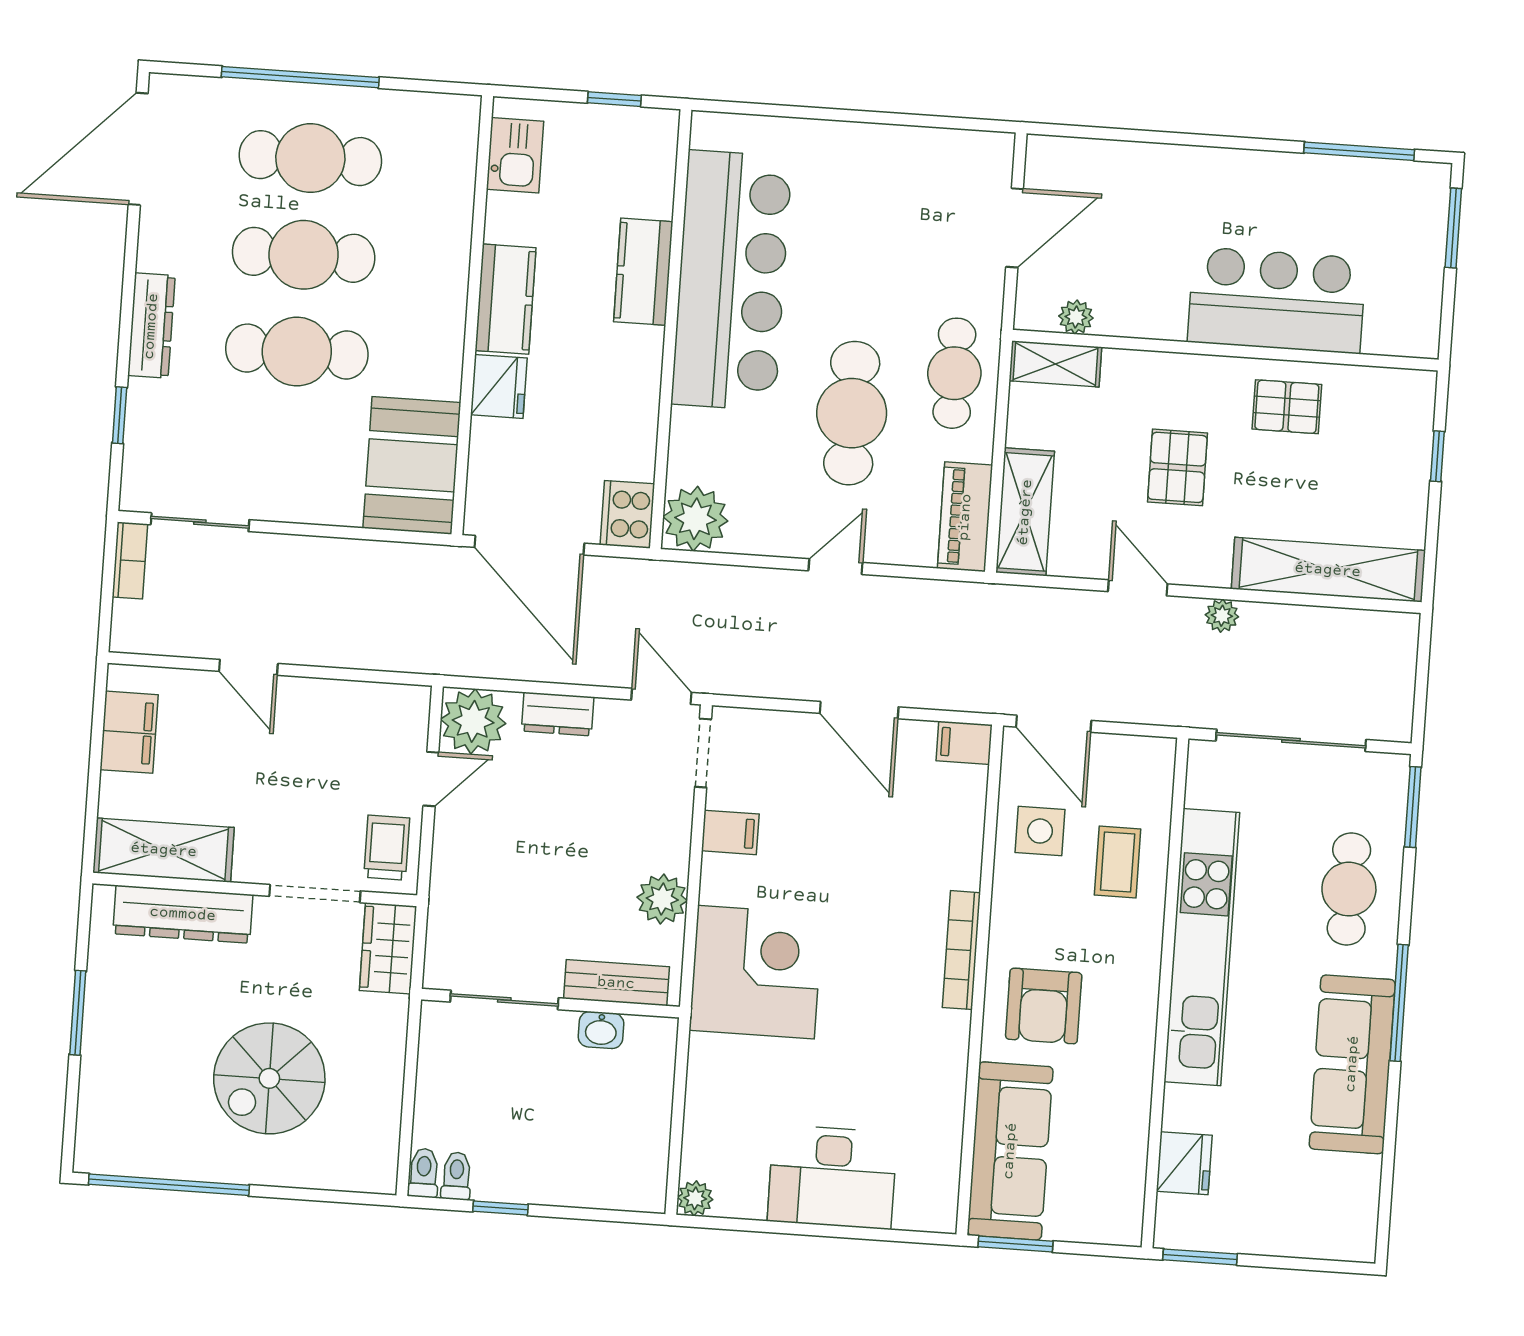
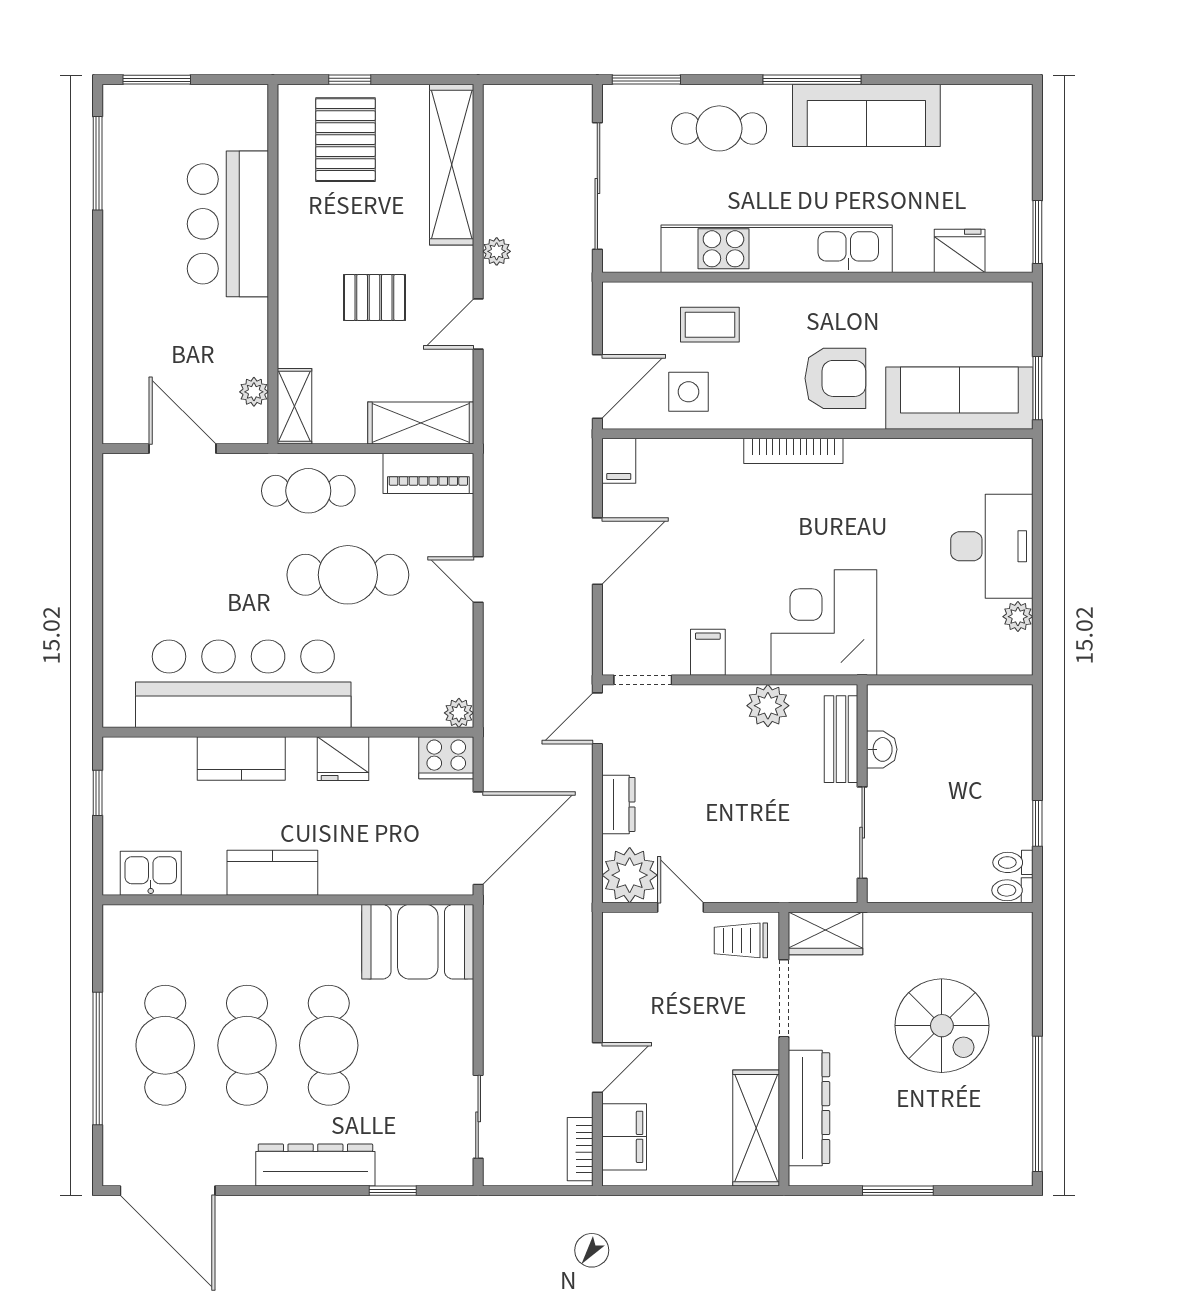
dresser: (151, 326) -> (315, 1165), width x1.37, depth x1.24
fridge: (499, 386) -> (343, 759), moved, turned 180
pallet: (1287, 407) -> (345, 140), moved, width x1.50, depth x1.42
plant: (695, 519) -> (459, 713), width x0.53, depth x0.53
bookcase: (130, 560) -> (580, 1149), moved, turned -90
filing cabinet: (129, 732) -> (624, 1137), moved, turned 90
plant: (695, 1198) -> (1018, 617), moved

